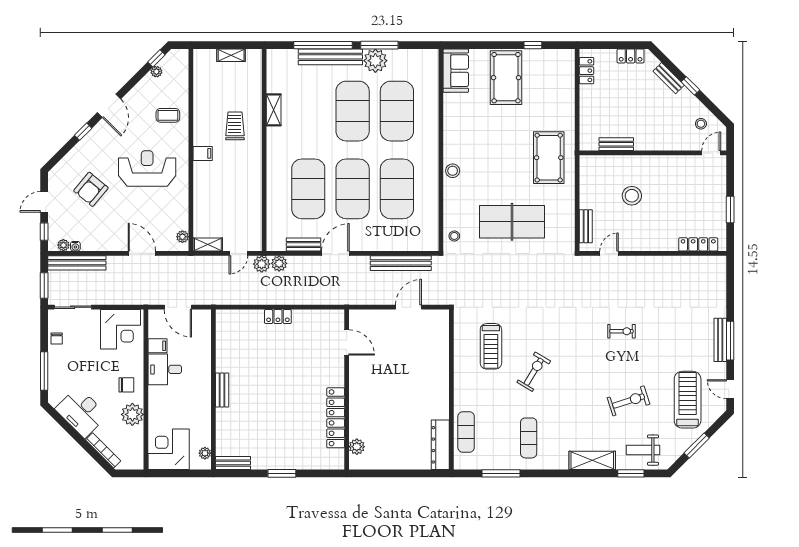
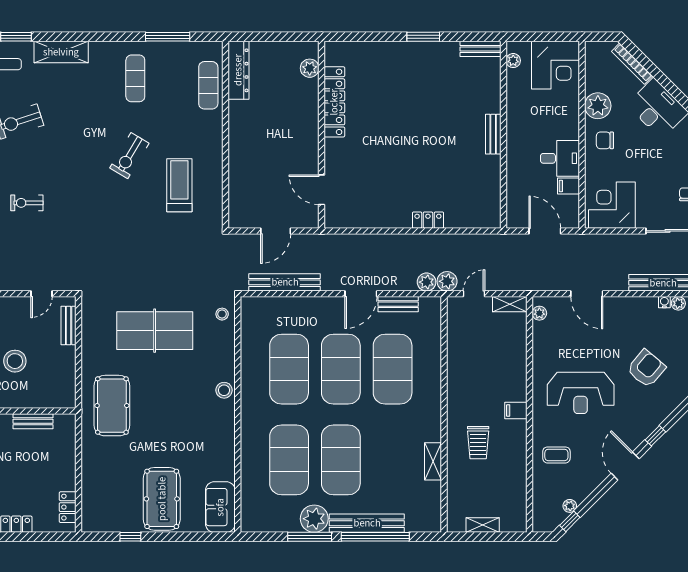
door: (347, 342) -> (322, 190), moved
wall: (347, 390) -> (322, 135), moved
locker: (336, 418) -> (334, 102), moved
plant: (357, 447) -> (310, 68), moved

